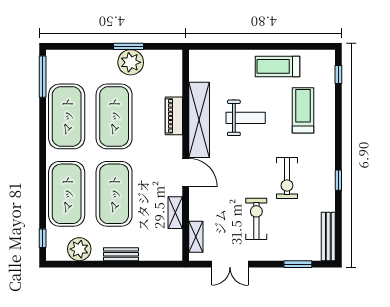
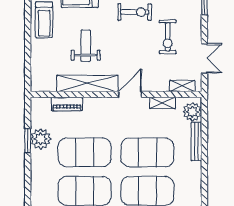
piano: (174, 116) -> (67, 104), moved
exercise bike: (256, 219) -> (168, 37), turned -90
plant: (79, 249) -> (192, 112), moved
bench: (121, 254) -> (196, 142), width x1.36

